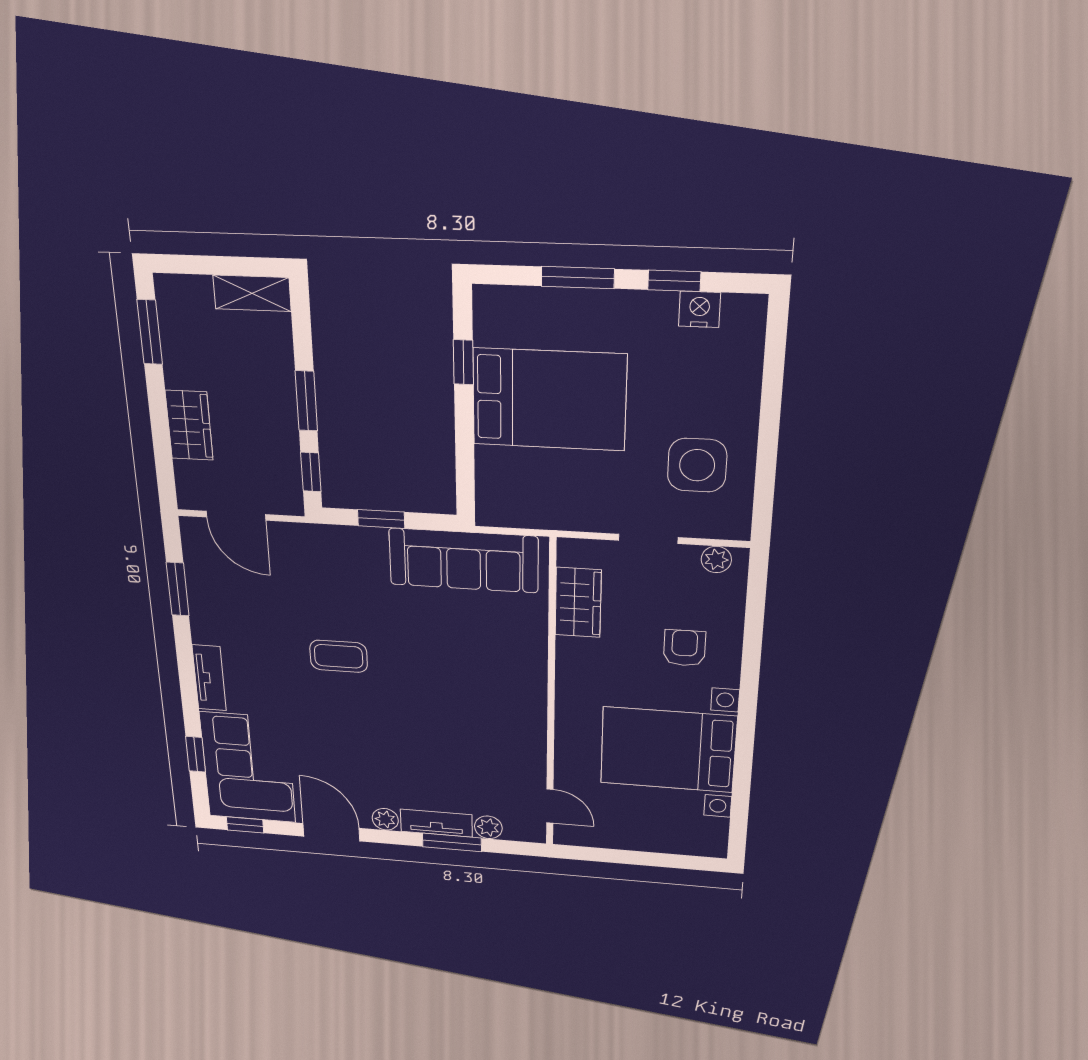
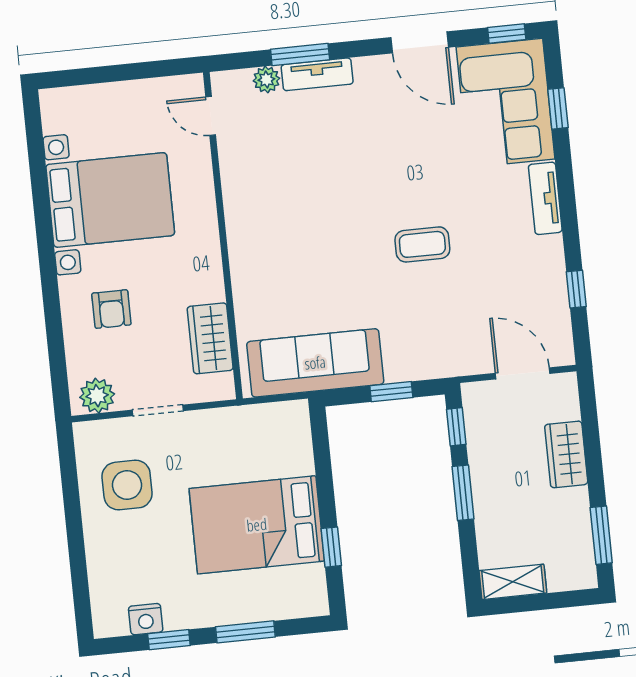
plant: (716, 559) -> (97, 396), width x1.38, depth x1.38
window: (178, 589) -> (576, 289), width x0.67
plant: (385, 819) -> (367, 69), removed

